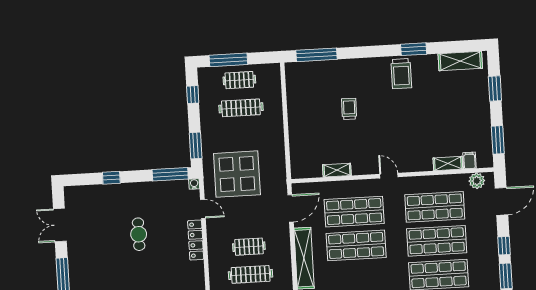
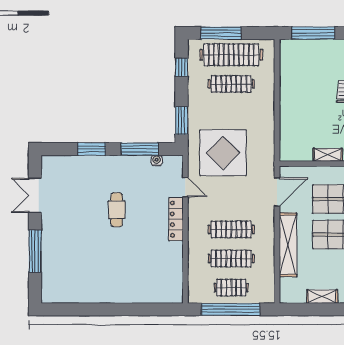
clothes rail: (239, 80) -> (231, 55), width x1.86, depth x1.31
window: (170, 174) -> (140, 149), moved
window: (111, 178) -> (92, 149), width x1.50
water cooler: (194, 184) -> (157, 161), moved
clothes rail: (249, 247) -> (231, 229), width x1.36

